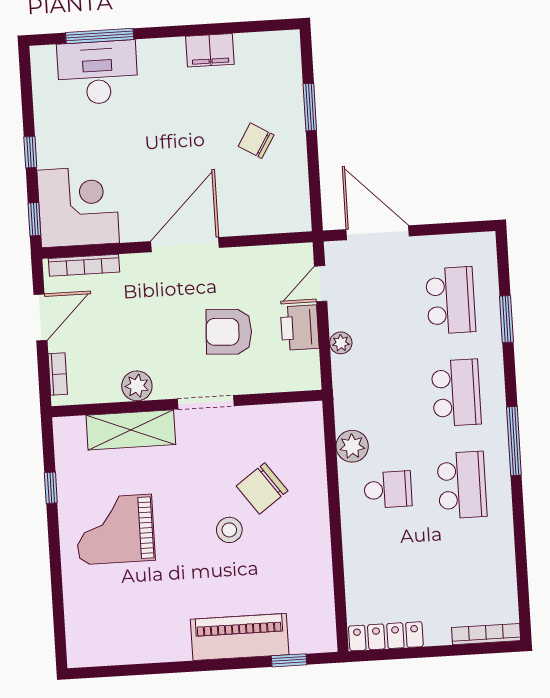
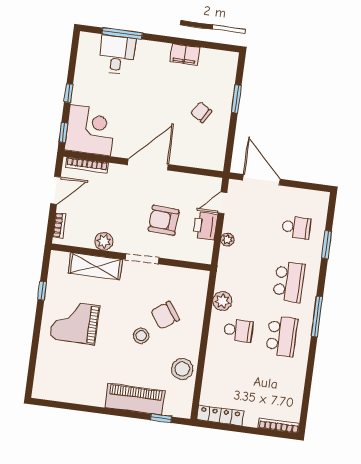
desk: (98, 73) -> (117, 55), width x0.73
school desk: (451, 300) -> (296, 227), width x0.54
stool: (308, 572) -> (182, 369), added

